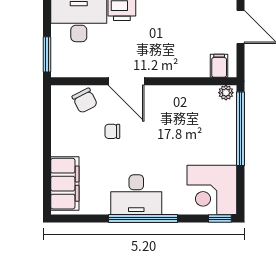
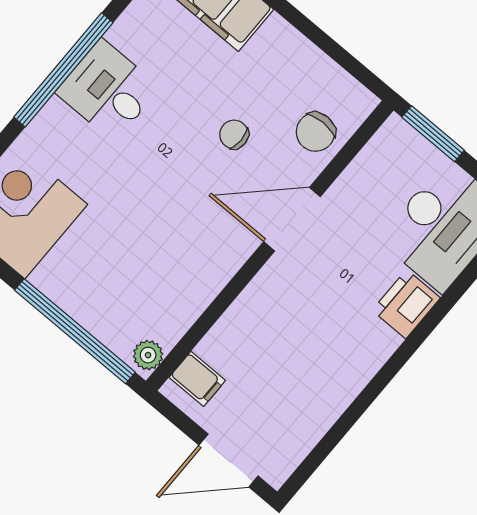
chair: (85, 101) -> (316, 132), turned -63
chair: (112, 131) -> (234, 134), turned -90
desk: (136, 195) -> (108, 90), width x0.73

